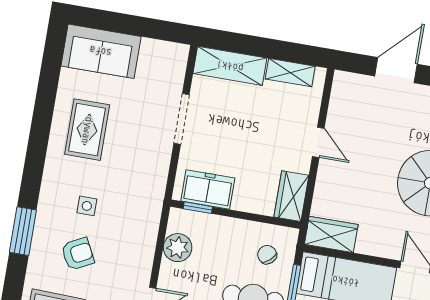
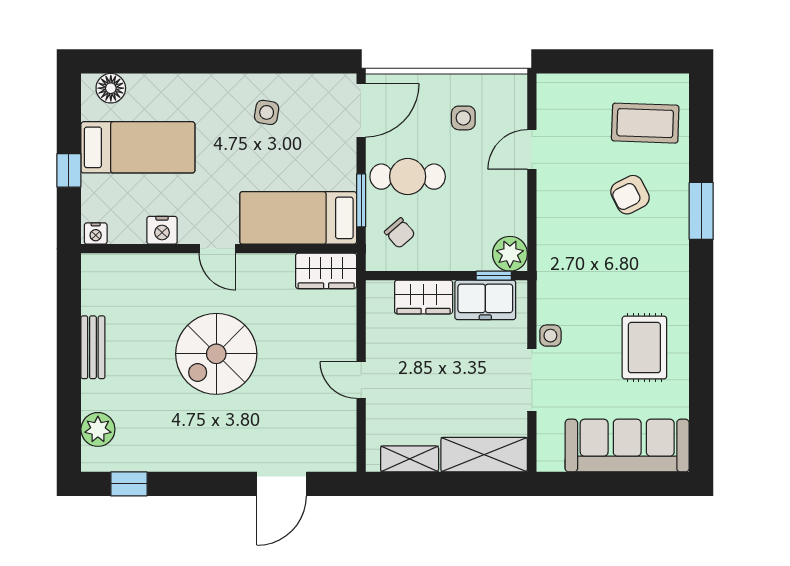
sofa: (101, 51) -> (627, 446), width x1.36
wardrobe: (291, 196) -> (424, 297), moved, turned 90
side table: (87, 206) -> (550, 336), moved
plant: (178, 248) -> (510, 254), moved

